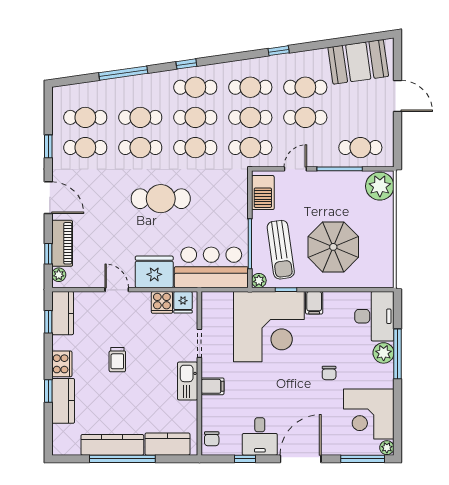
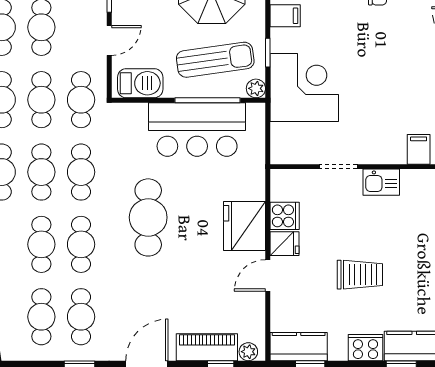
door: (295, 169) -> (109, 40), swing flipped
bar counter: (211, 267) -> (197, 130), moved, turned -90
fridge: (183, 302) -> (284, 244), moved
corner desk: (269, 327) -> (304, 87), width x0.74, depth x0.74
trolley: (117, 360) -> (360, 275), width x1.36, depth x1.39
kitchen sink: (188, 381) -> (381, 182), width x0.73
filing cabinet: (213, 386) -> (419, 149), moved

